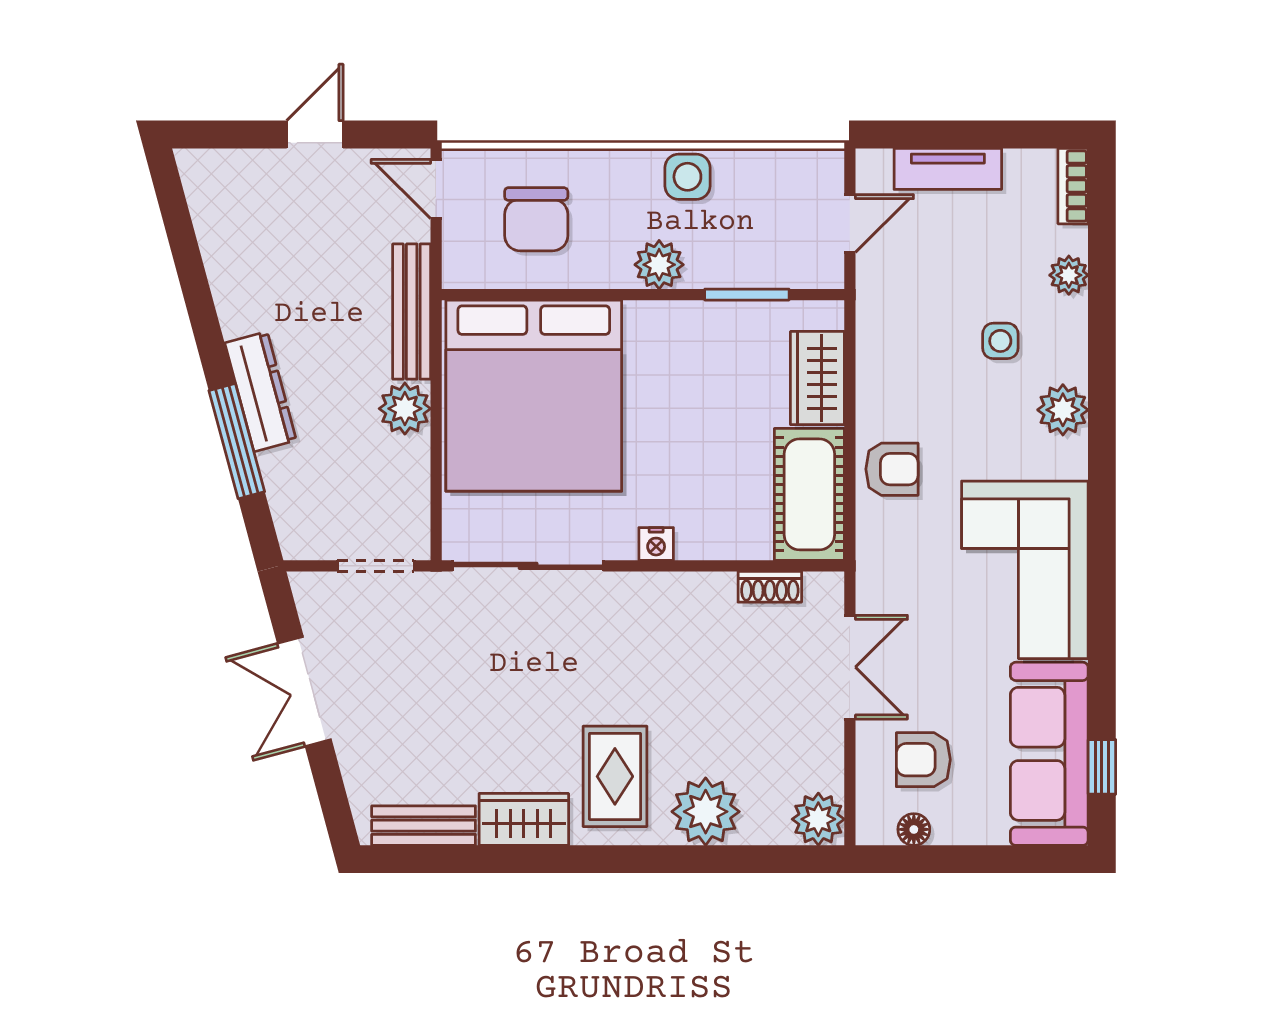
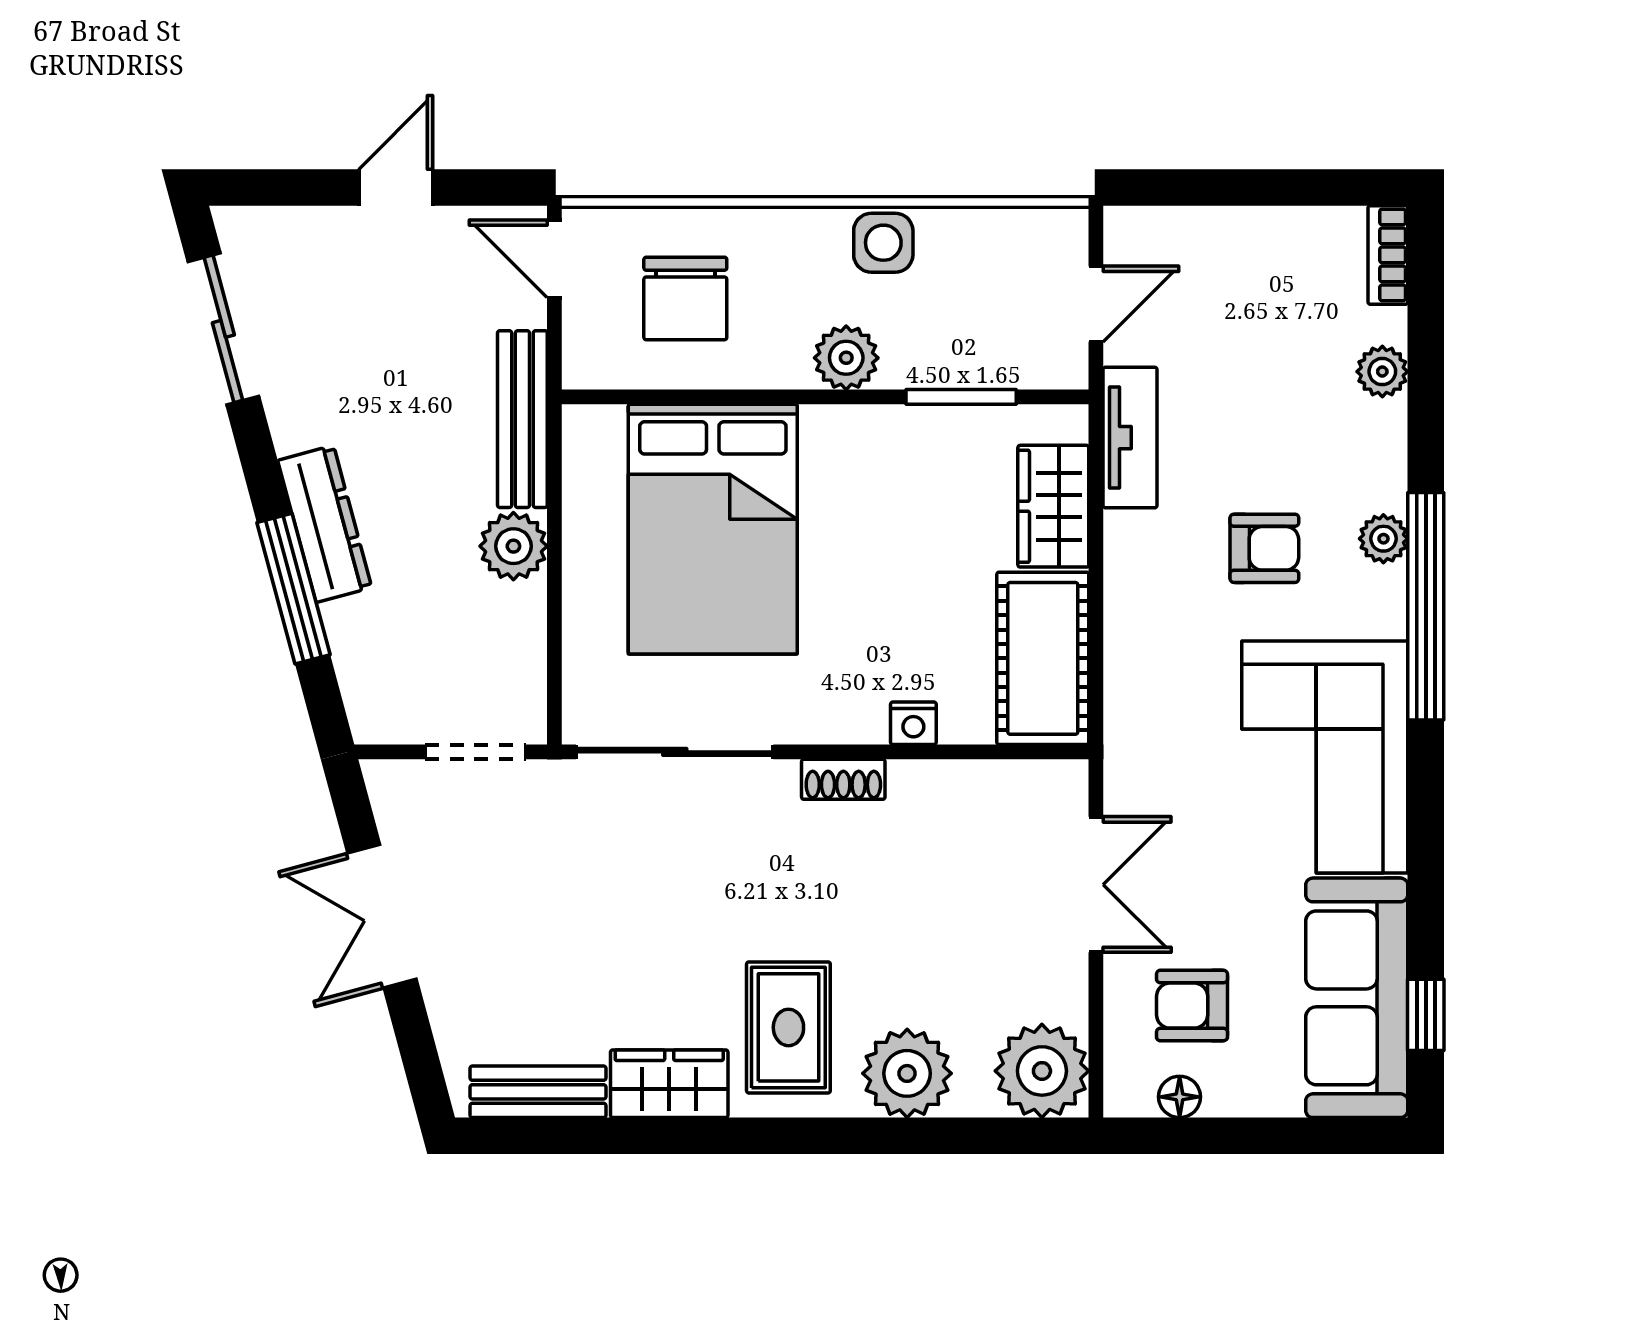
tv unit: (948, 169) -> (1130, 438), moved, turned -90
sliding door: (183, 243) -> (223, 329), added
side table: (1000, 341) -> (1293, 458), removed
bed: (534, 396) -> (713, 529), width x0.73
plant: (1063, 410) -> (1383, 539), width x0.73, depth x0.73
window: (1102, 455) -> (1426, 606), added
armchair: (892, 469) -> (1264, 548), moved
nightstand: (656, 544) -> (913, 723), moved
shoe rack: (770, 587) -> (843, 779), moved
plant: (818, 819) -> (1042, 1071), width x1.36, depth x1.36

